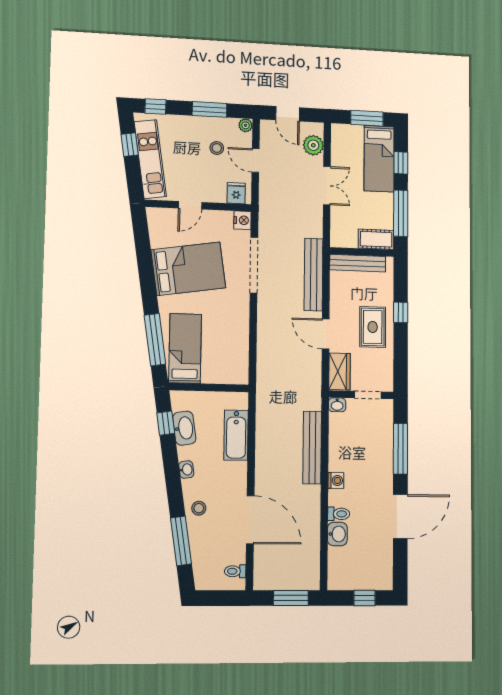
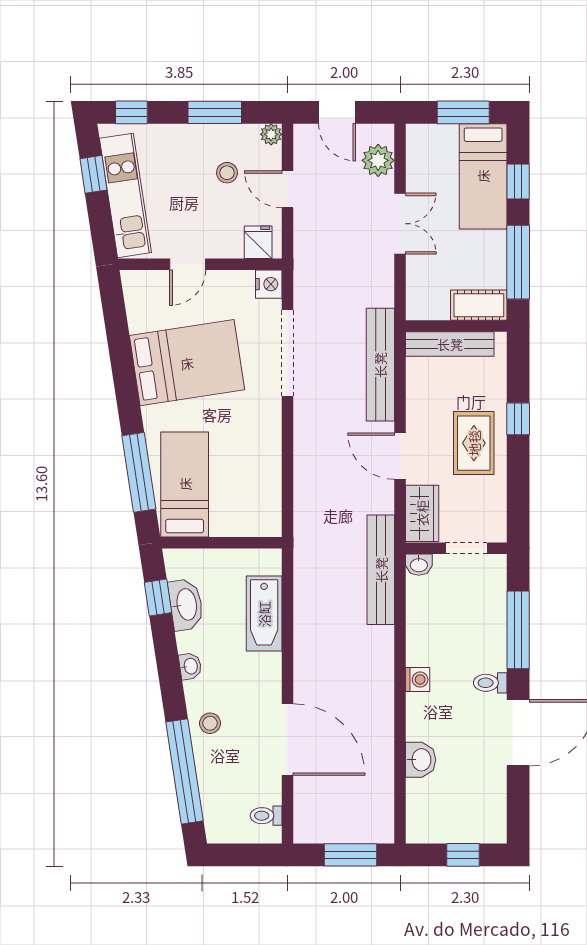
bench: (312, 448) -> (381, 570), moved
toilet: (339, 514) -> (490, 683), moved, turned 180
window: (181, 541) -> (184, 771), width x1.46

